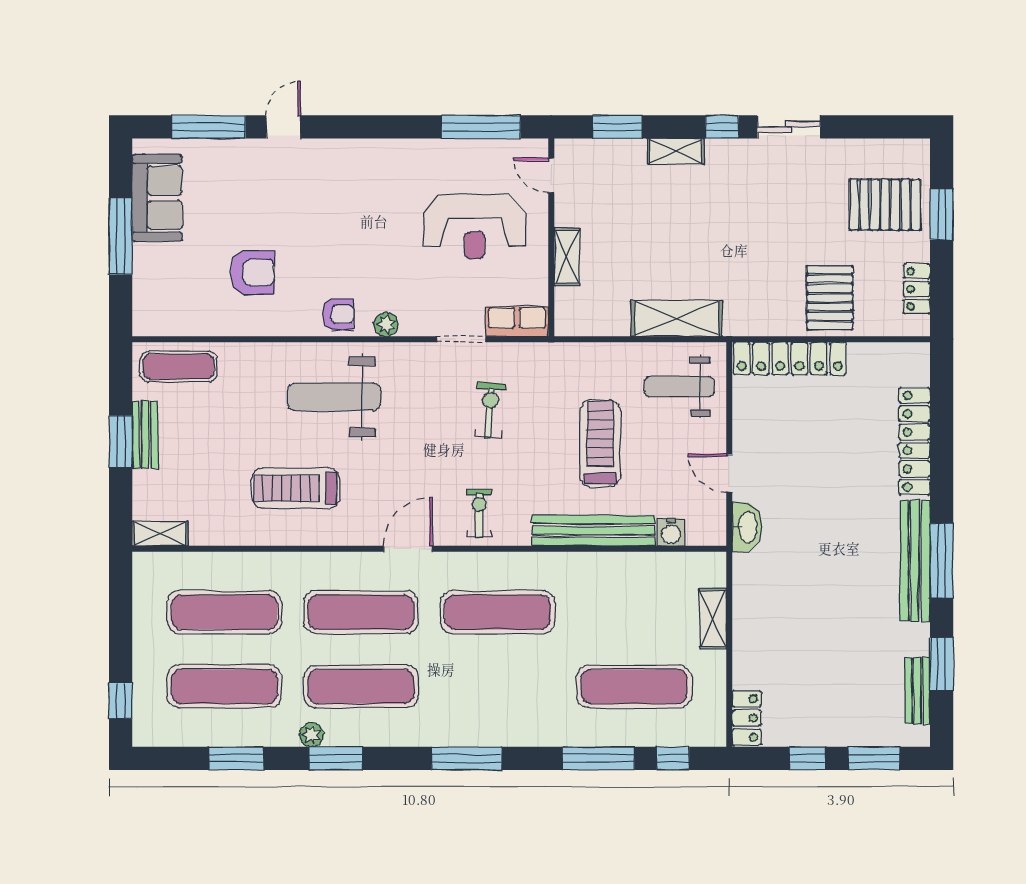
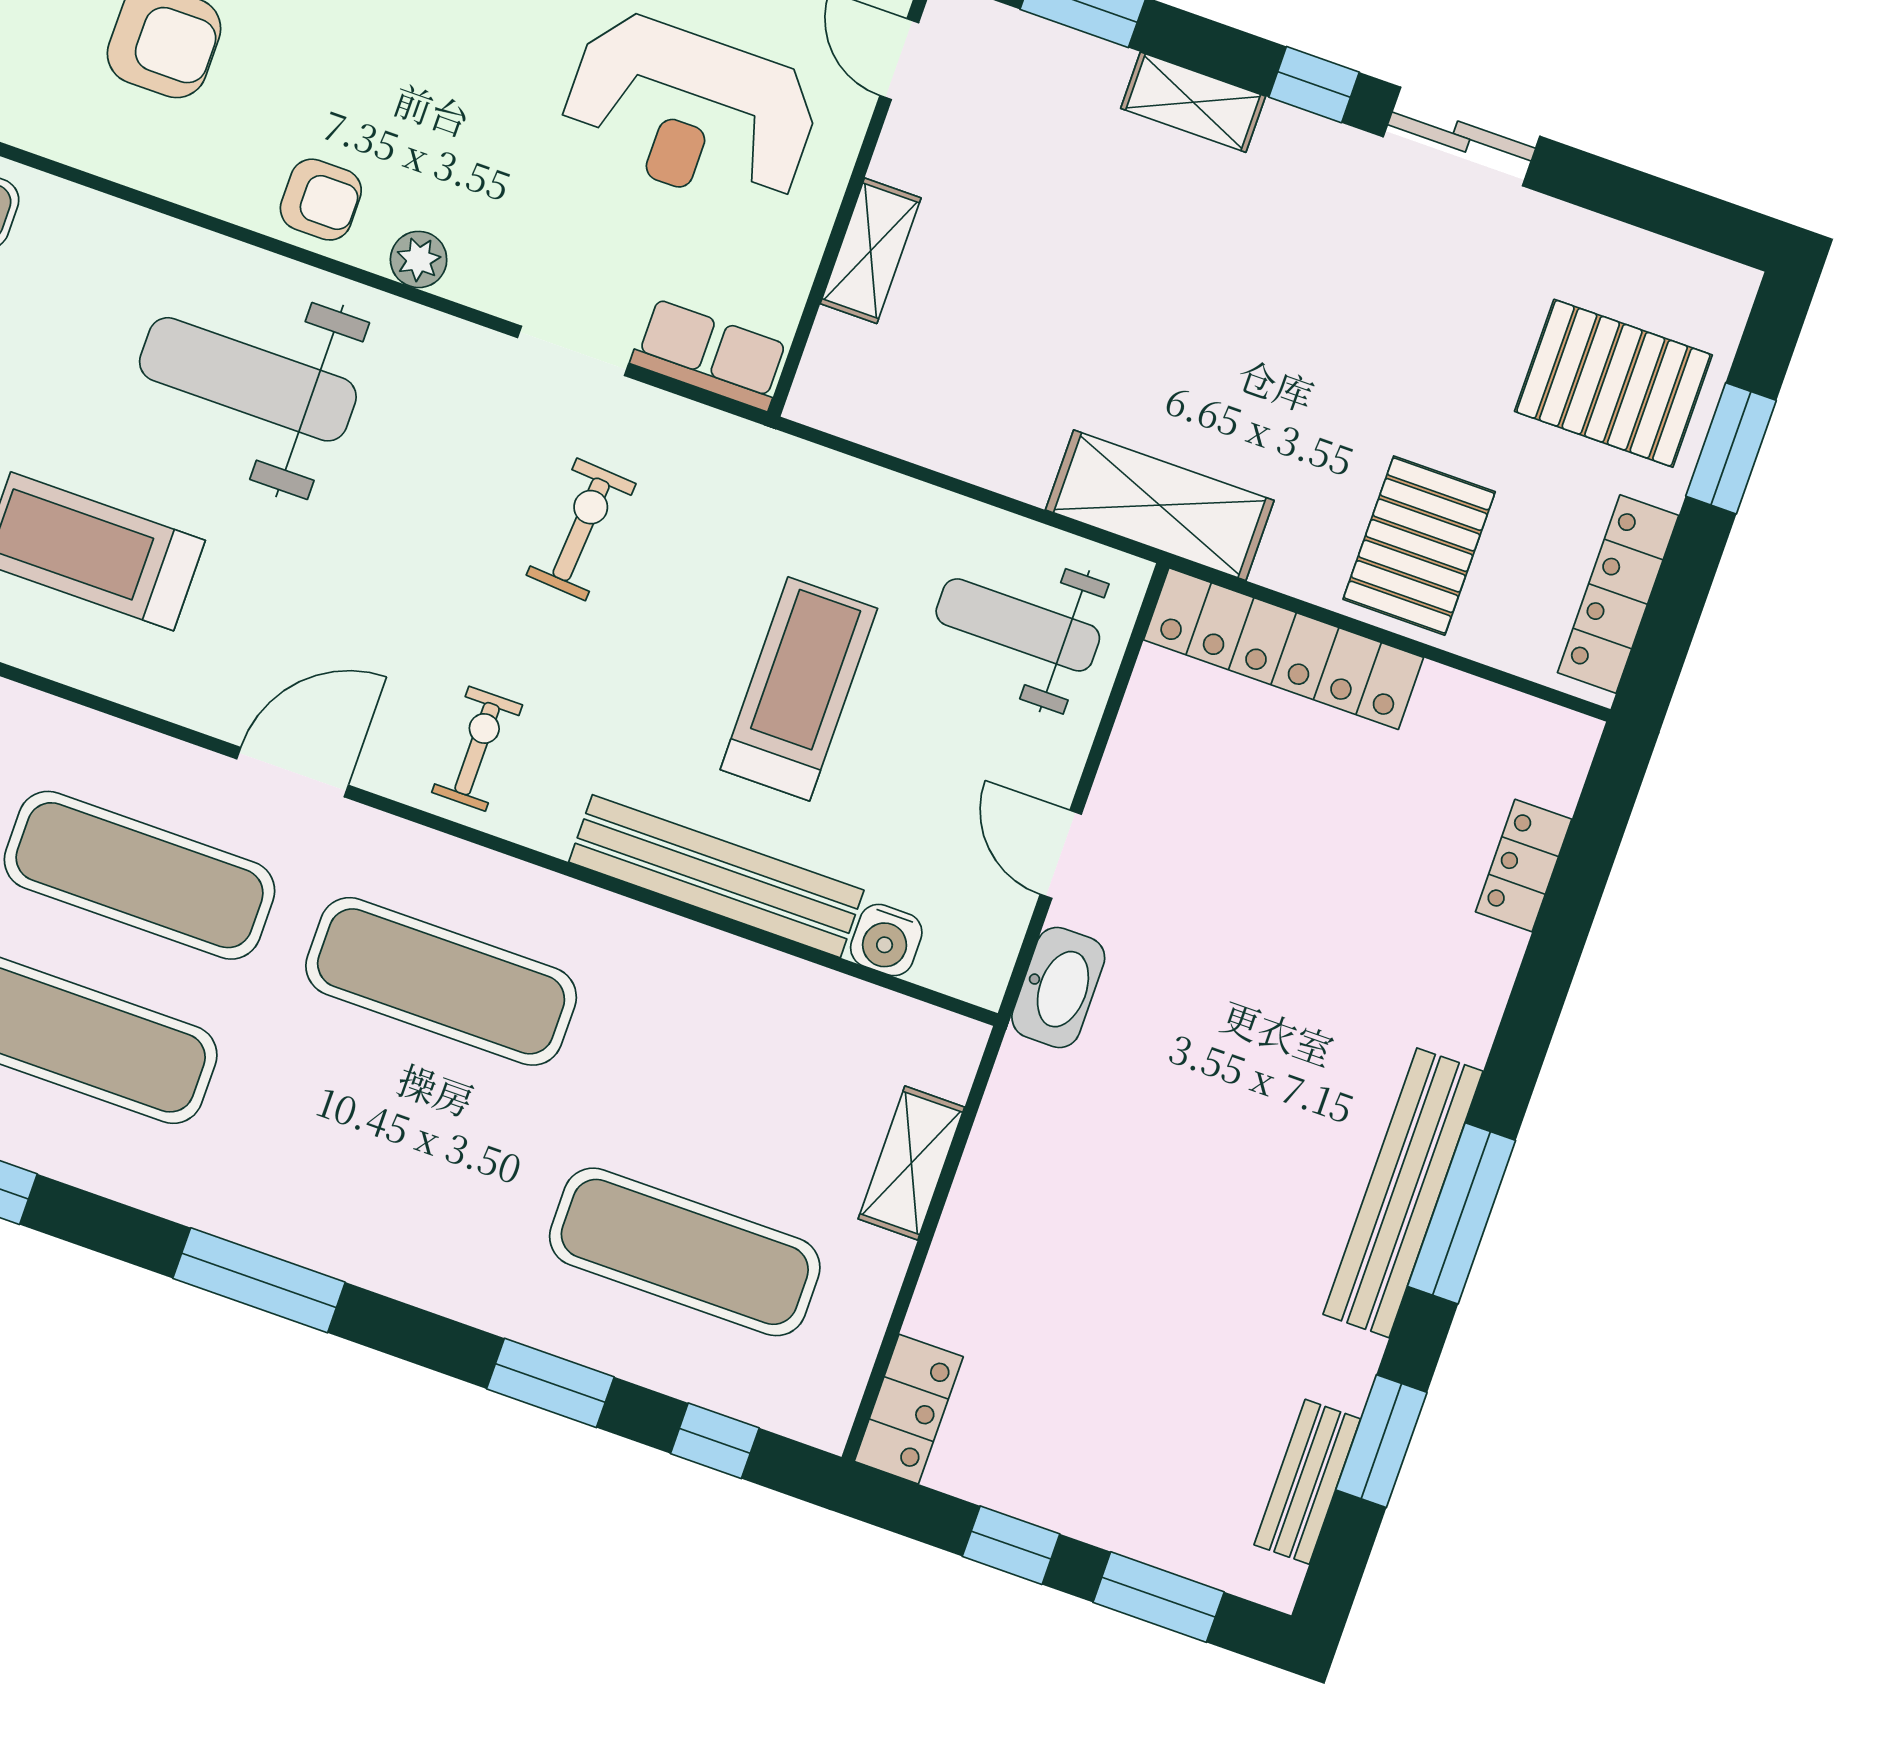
locker: (917, 289) -> (1618, 594), width x1.53
shelving: (677, 318) -> (1160, 505), moved
locker: (915, 441) -> (1524, 865), width x0.46, depth x0.83
window: (599, 758) -> (550, 1383), width x0.69

